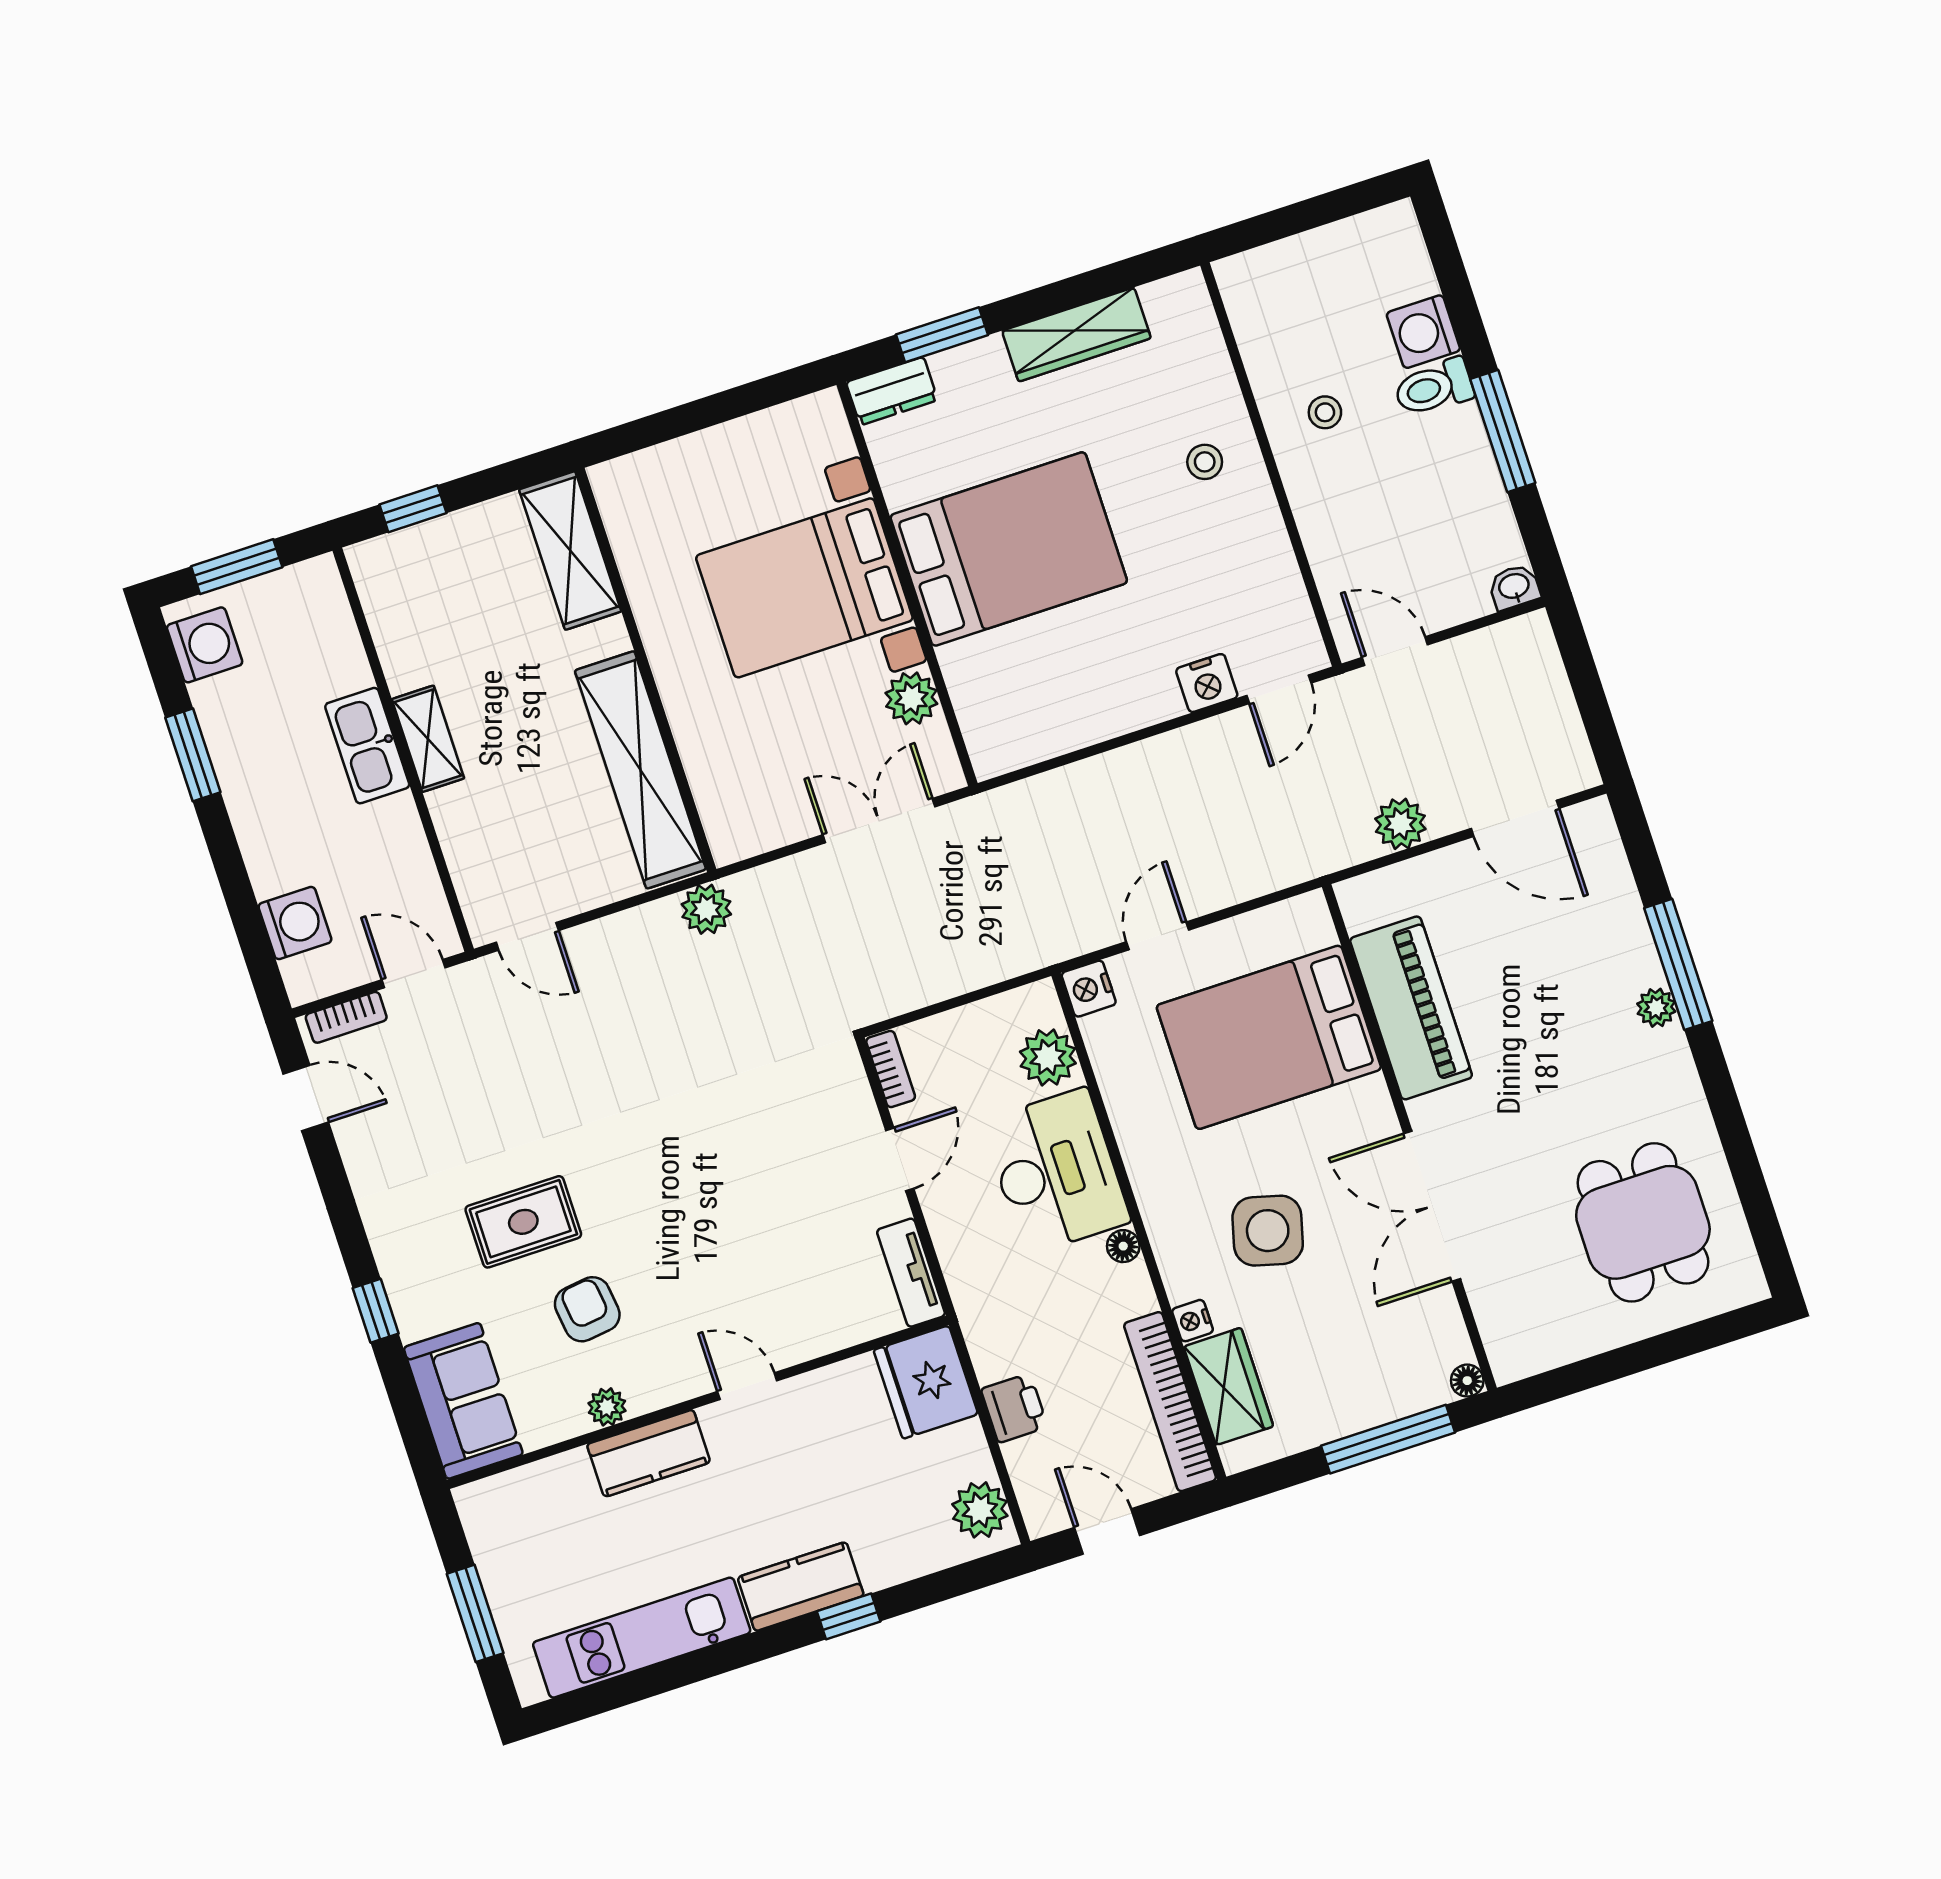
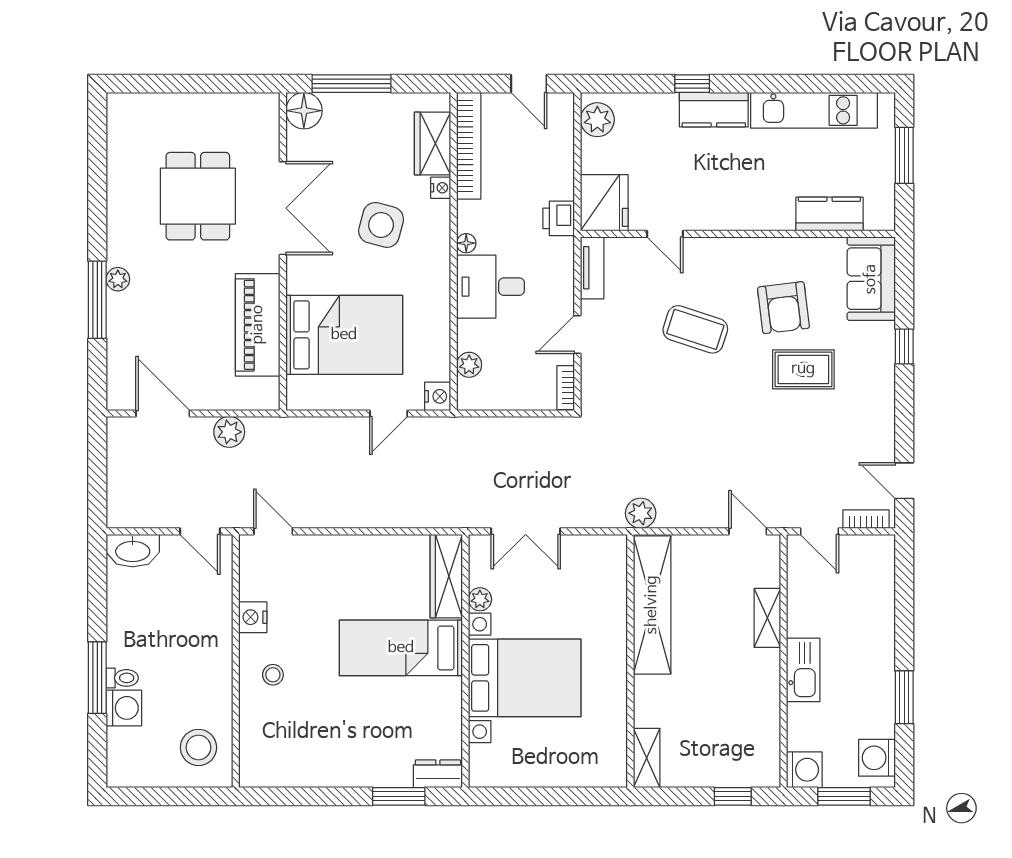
wardrobe: (1076, 334) -> (446, 576), moved, turned -90
toilet: (1434, 387) -> (122, 678), width x0.73, depth x0.72
stool: (1325, 412) -> (198, 747), moved, width x1.89, depth x1.89
window: (1503, 431) -> (97, 678), moved
bed: (1009, 549) -> (401, 648), width x0.67
shelving: (570, 551) -> (647, 758), width x0.67, depth x0.75
washbasin: (1514, 587) -> (133, 551), width x1.91, depth x1.45
nightstand: (1207, 683) -> (253, 617), moved, turned -90
door: (1279, 689) -> (273, 531), hinge flipped
plant: (911, 698) -> (480, 599), width x0.73, depth x0.73
shelving: (428, 739) -> (767, 618), moved
washing machine: (295, 923) -> (804, 770), moved, turned 180
plant: (1048, 1057) -> (469, 365), width x0.73, depth x0.73
desk: (1056, 1171) -> (490, 287), width x0.73
dining table: (1643, 1222) -> (198, 196), moved
coffee table: (716, 1229) -> (695, 329), added
armchair: (587, 1309) -> (783, 308), width x1.38, depth x1.38
floor lamp: (1467, 1381) -> (304, 111), width x1.89, depth x1.89
door: (747, 1386) -> (665, 234), moved
plant: (607, 1407) -> (790, 248), removed
printer: (1014, 1408) -> (559, 218), moved
kitchen counter: (649, 1453) -> (829, 214), moved

